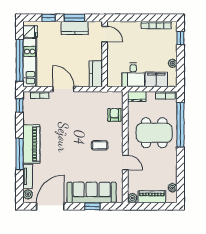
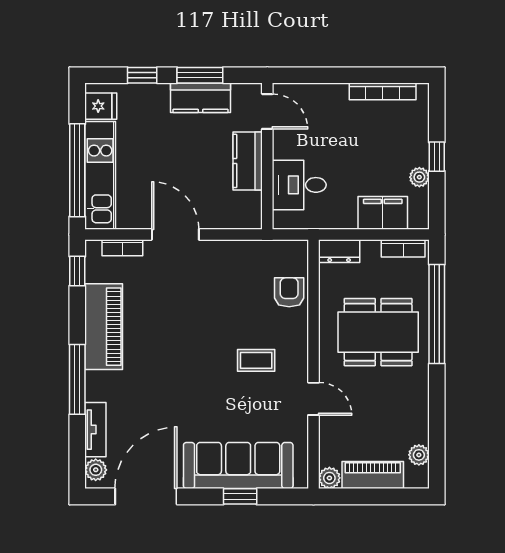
window: (180, 38) -> (437, 157), moved
kitchen counter: (96, 74) -> (248, 161), moved
desk: (133, 75) -> (299, 185), moved, turned 90
piano: (31, 144) -> (104, 327), moved

